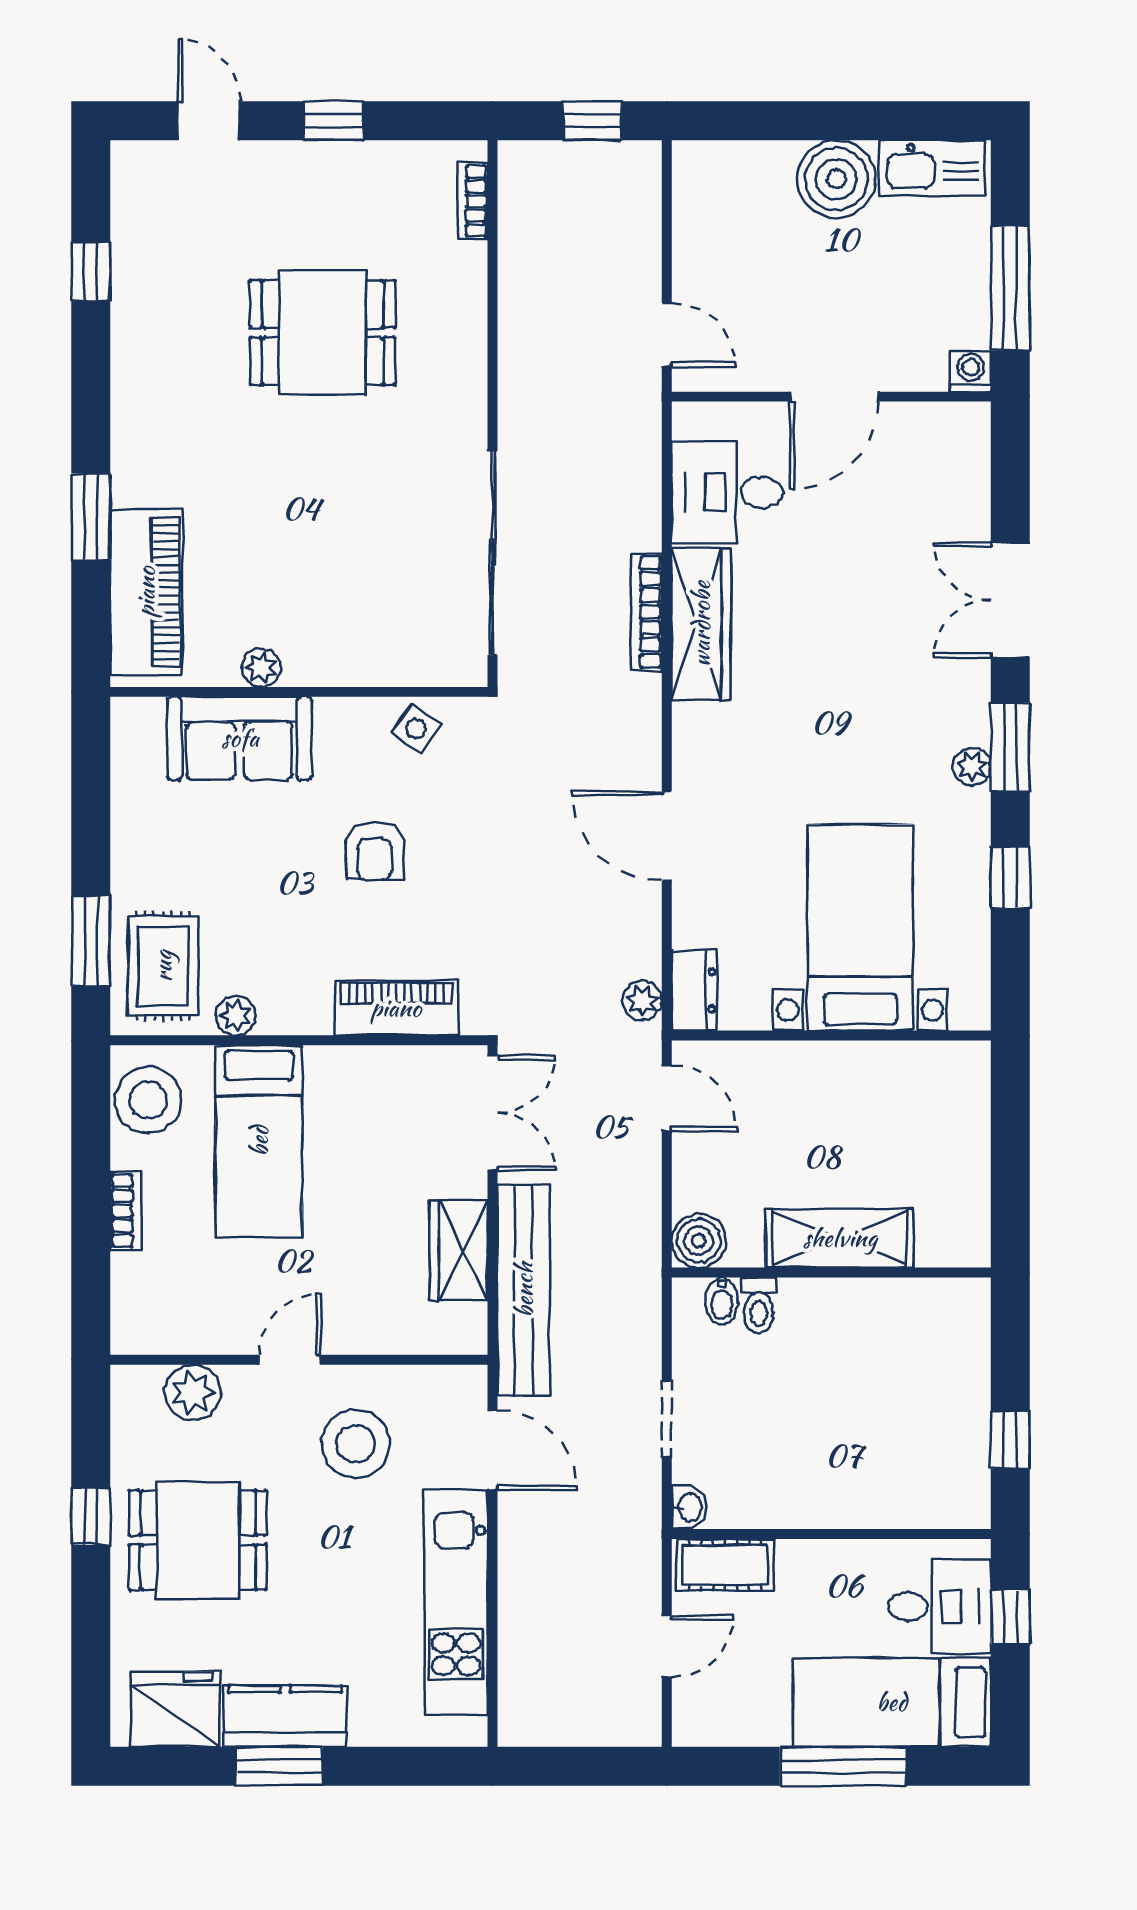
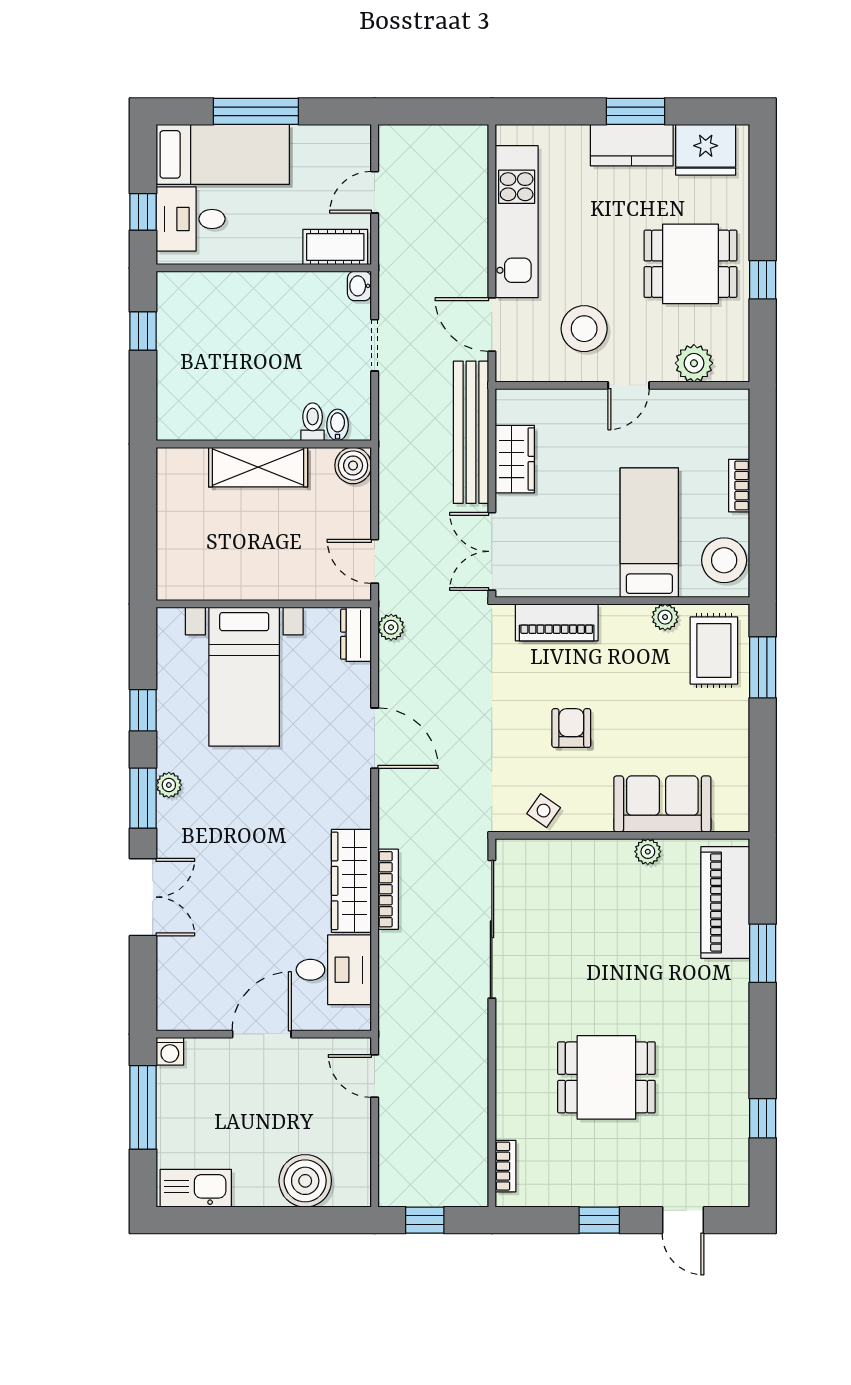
boiler: (836, 179) -> (305, 1181), moved

